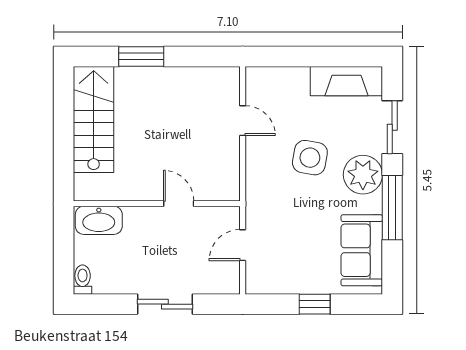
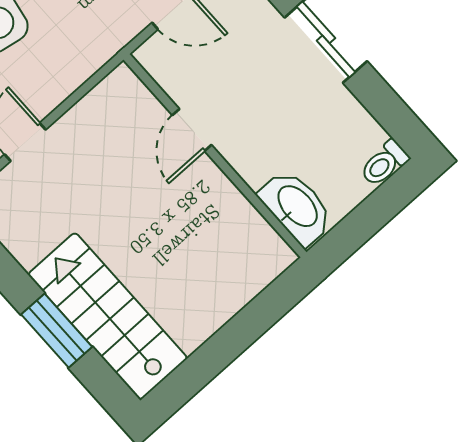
stairs: (94, 119) -> (108, 316), moved, turned 90

